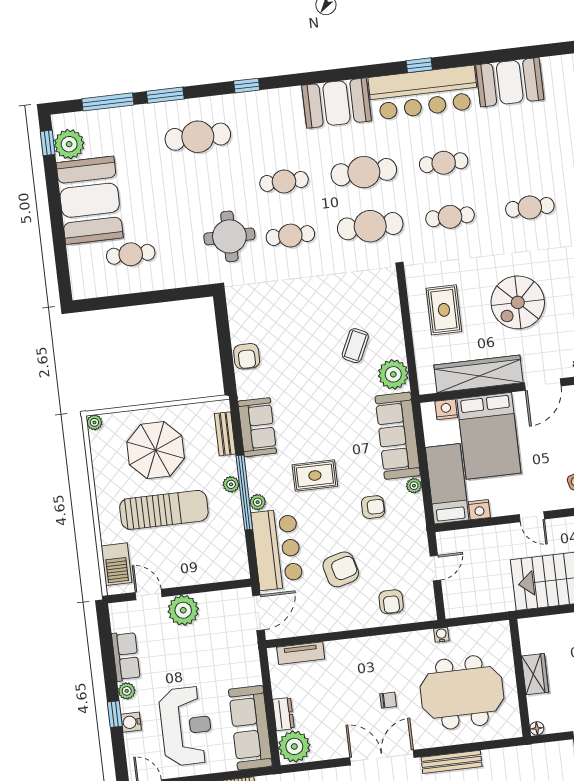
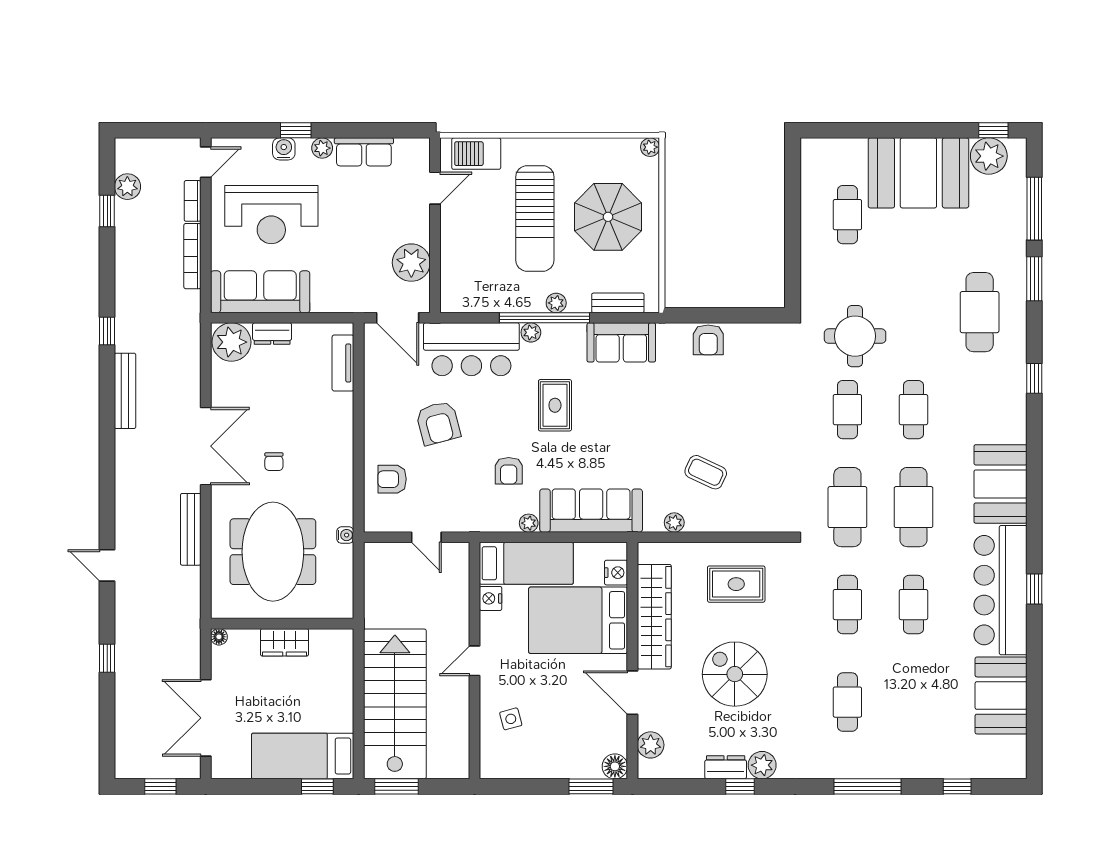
armchair: (247, 356) -> (708, 340), turned -90
plant: (393, 374) -> (674, 523), width x0.53, depth x0.53
plant: (183, 610) -> (411, 263), moved

